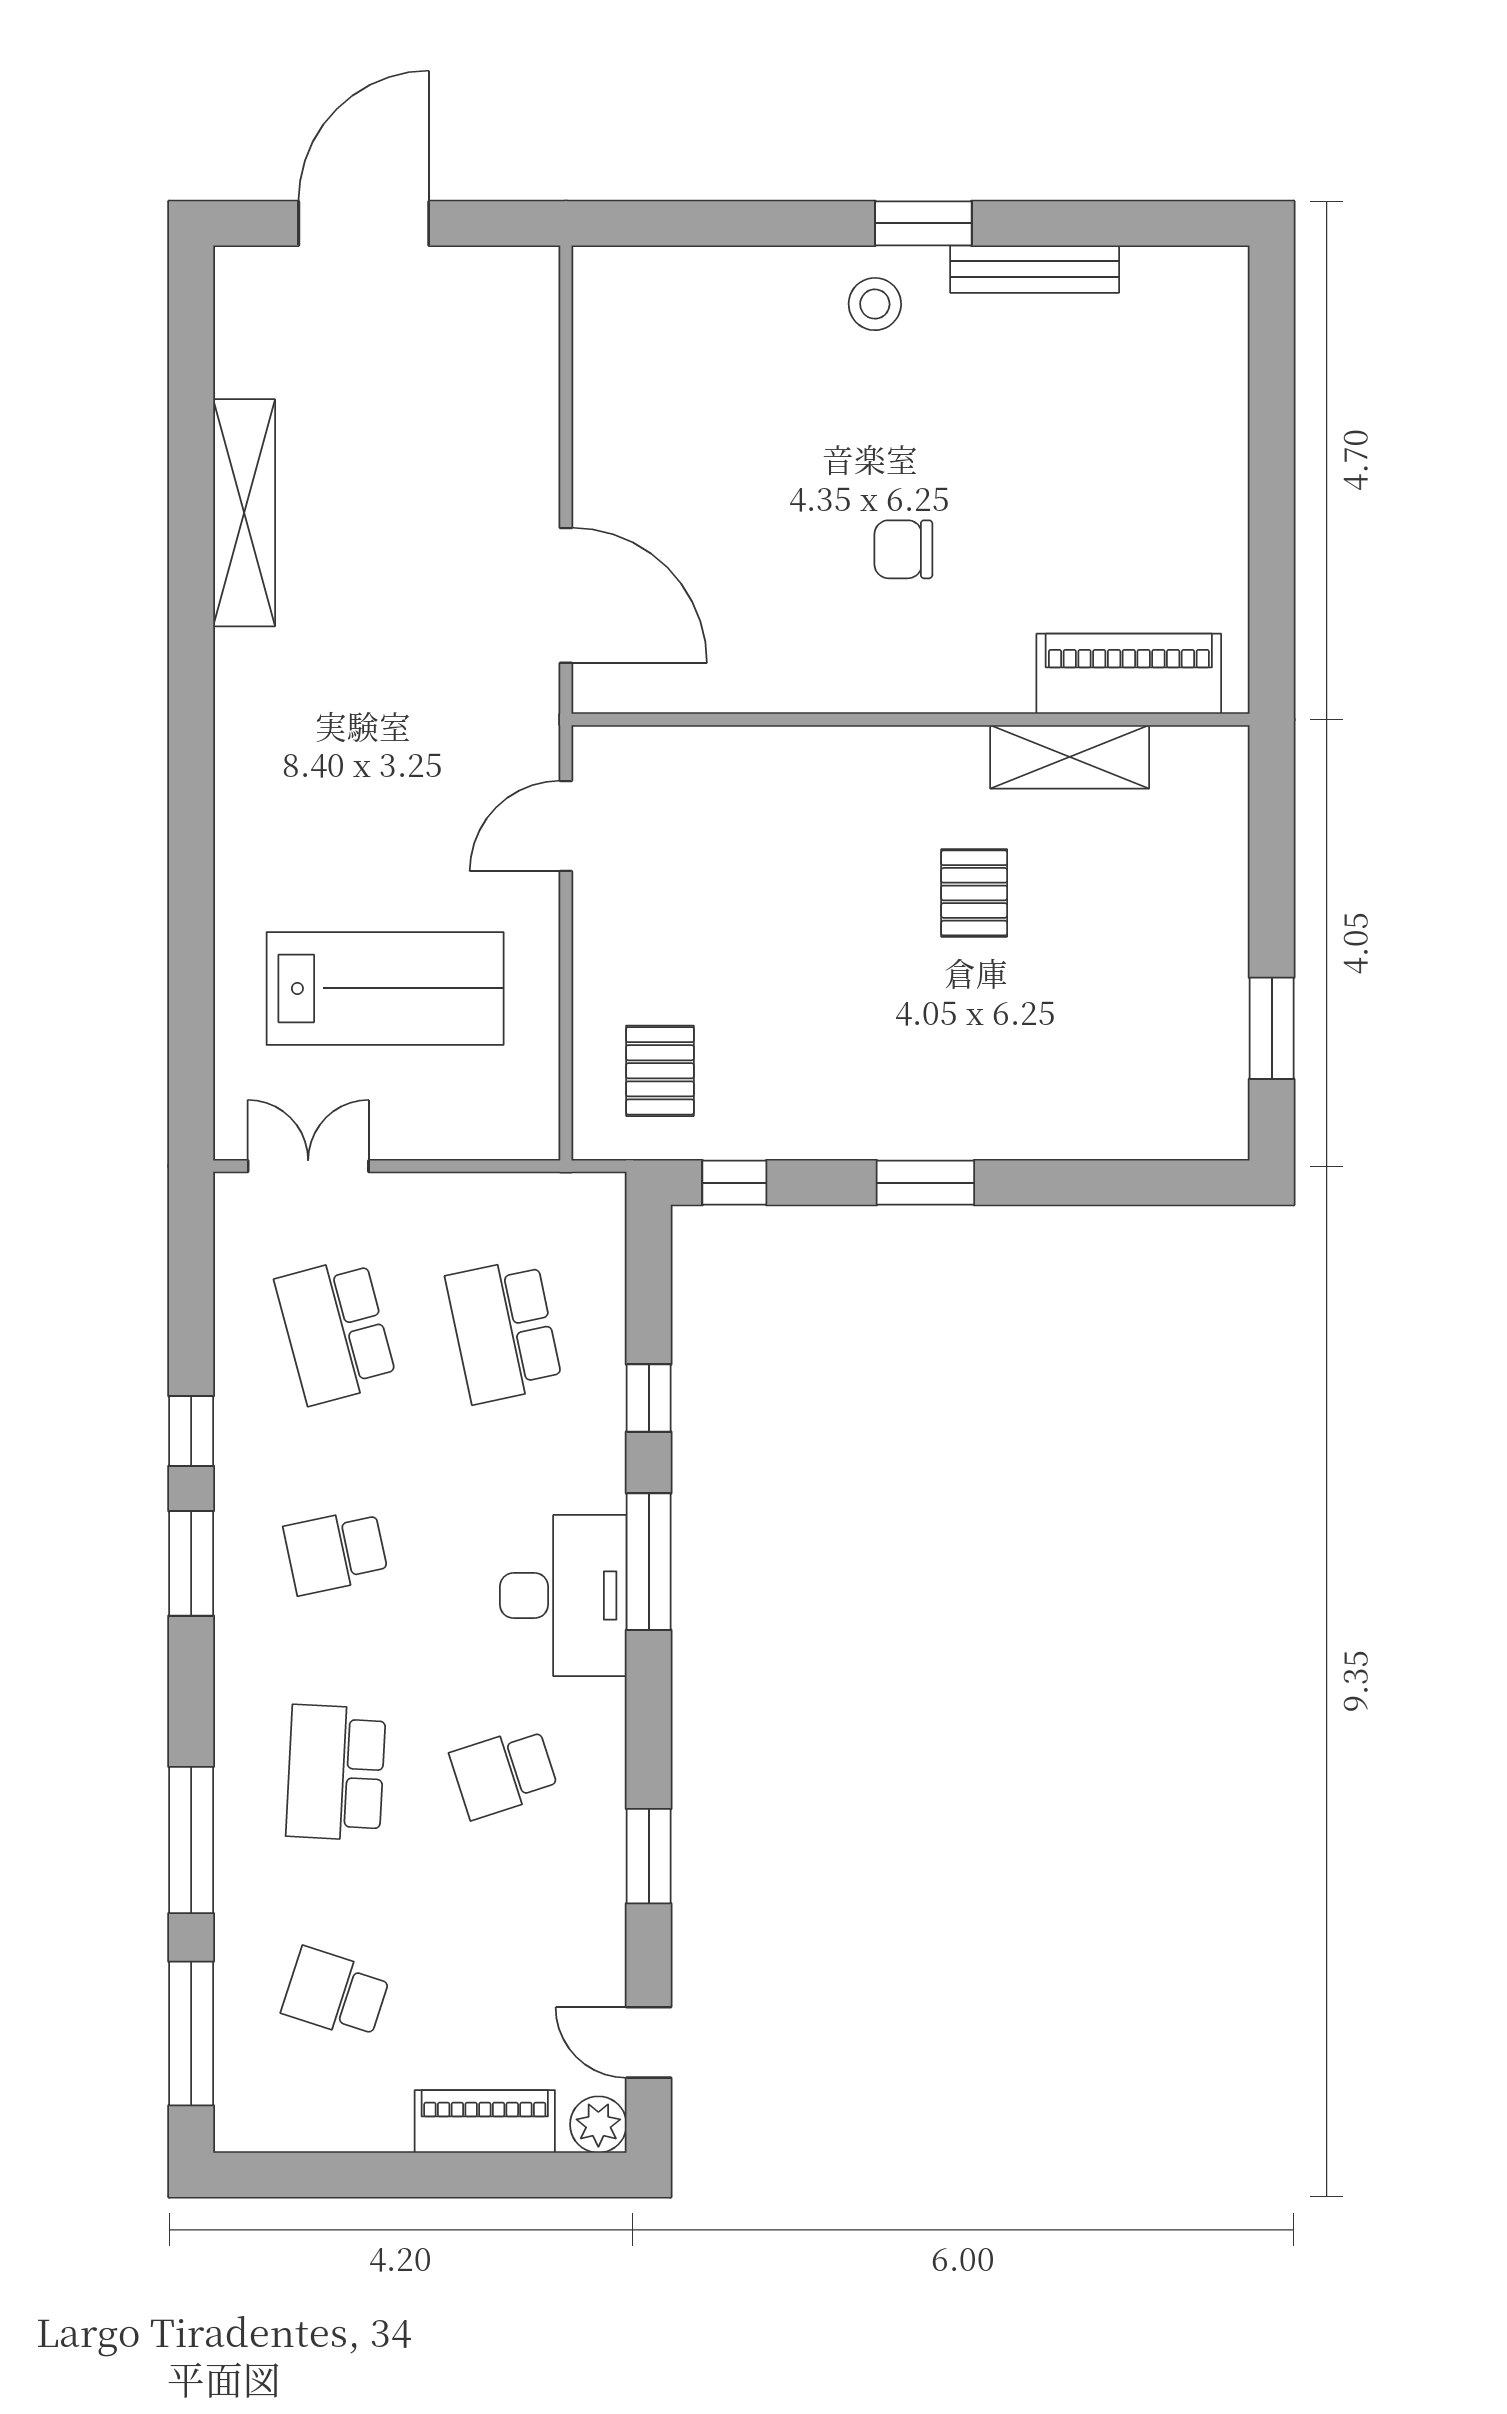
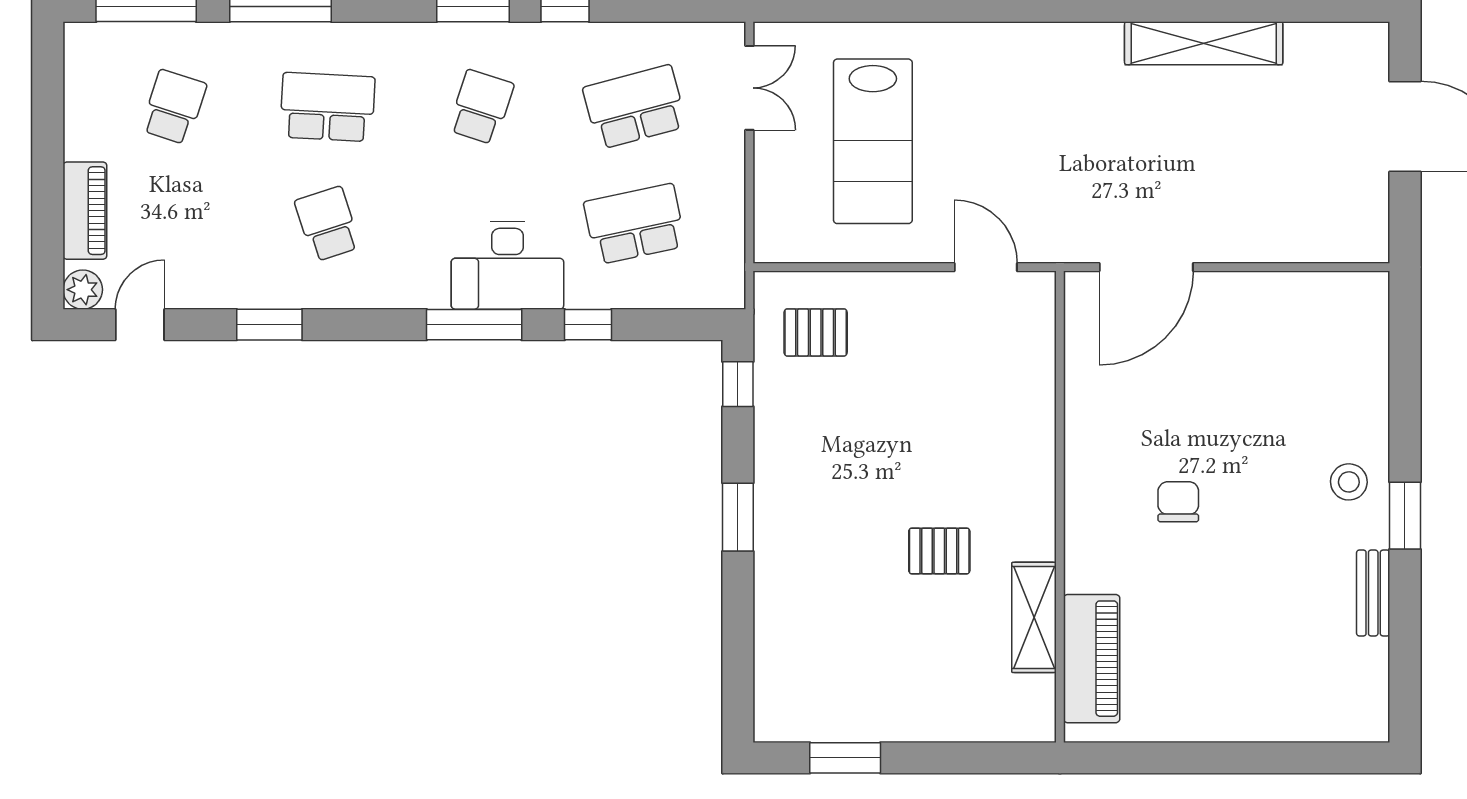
bench: (1035, 269) -> (1373, 593), width x0.73
school desk: (336, 1552) -> (481, 107), turned 30
desk: (563, 1596) -> (507, 265), moved

